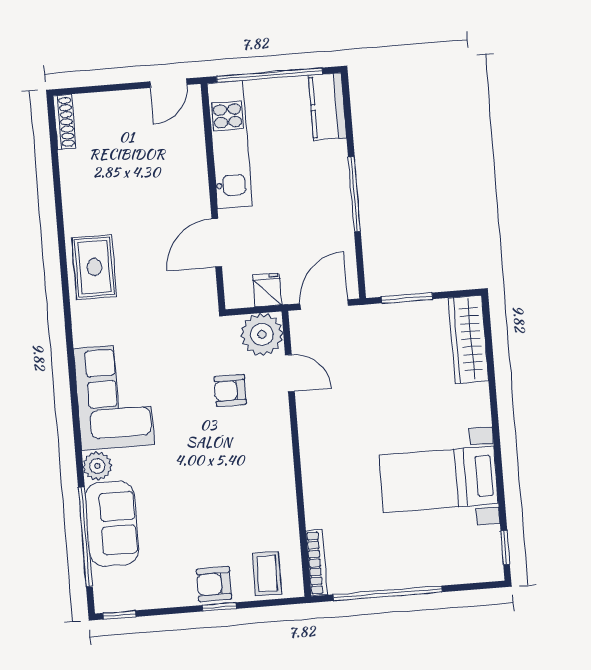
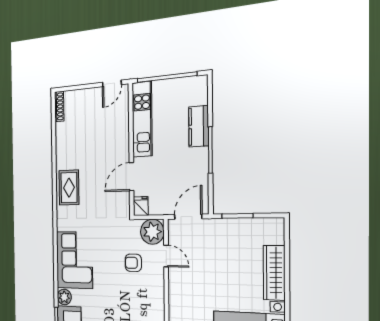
kitchen counter: (327, 107) -> (199, 126), moved
fridge: (267, 290) -> (141, 206), moved
wardrobe: (468, 339) -> (274, 273), moved

